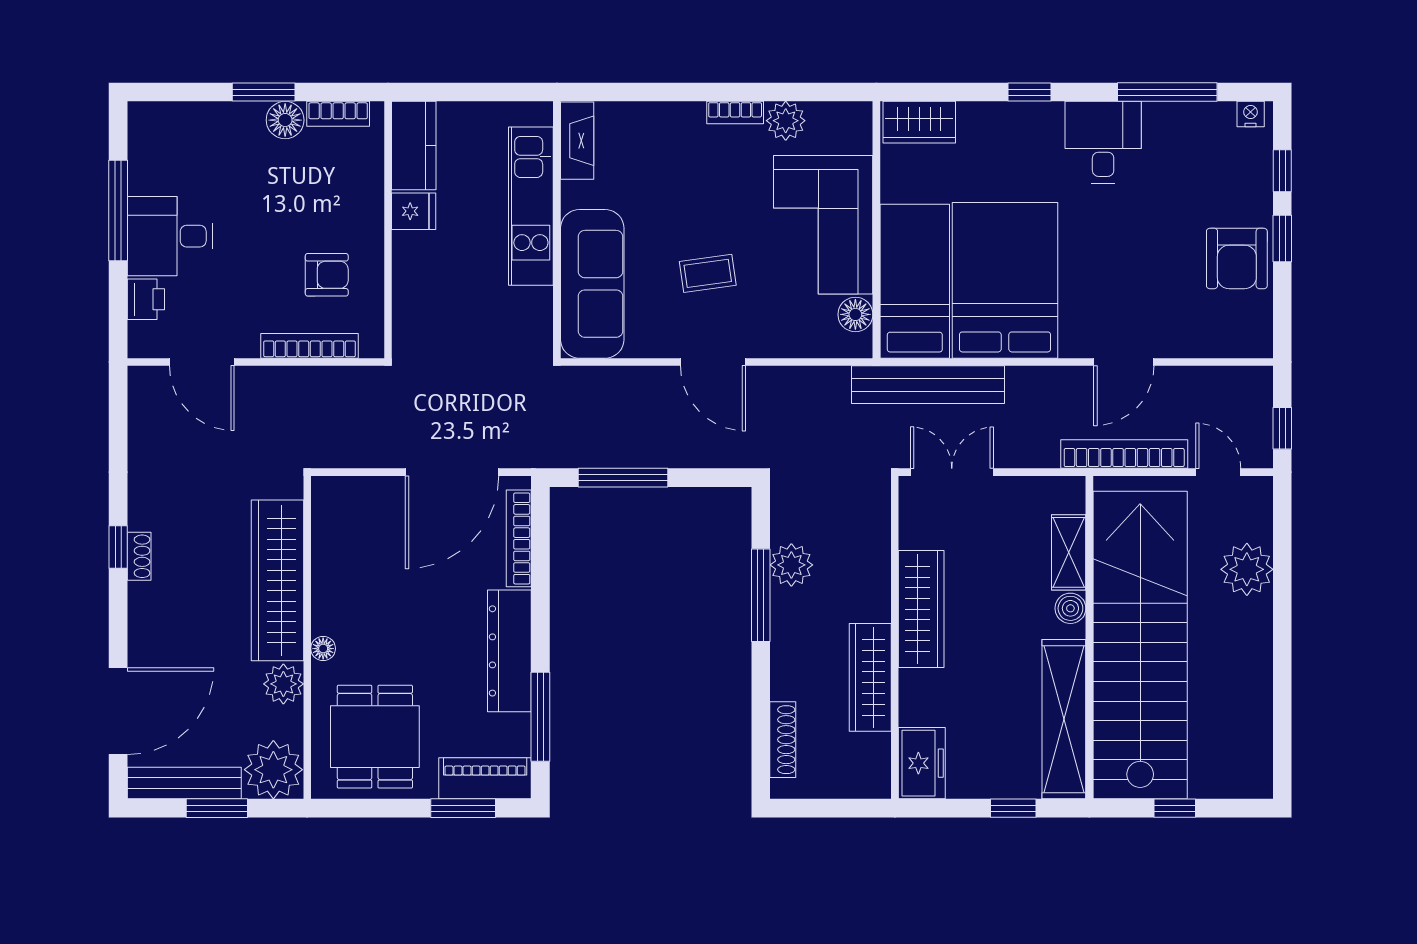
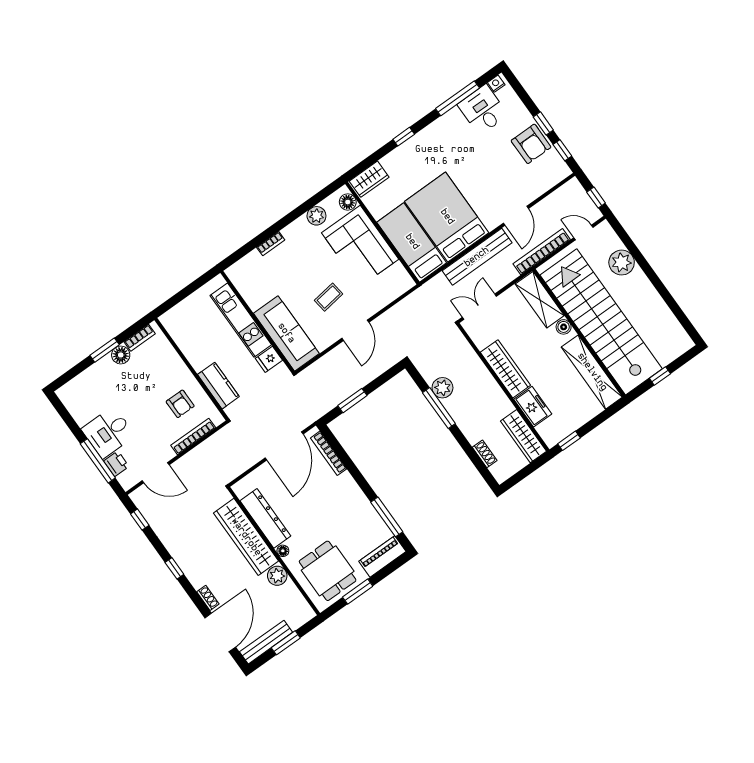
bookcase: (735, 113) -> (271, 244), moved
fireplace: (577, 141) -> (241, 282), removed
desk: (1103, 142) -> (483, 110), moved
kitchen counter: (414, 146) -> (218, 386), moved
window: (1282, 171) -> (562, 150), moved
window: (118, 211) -> (98, 461), moved
fridge: (414, 211) -> (269, 359), moved, turned 180
armchair: (327, 275) -> (180, 404), turned 90
floor lamp: (855, 314) -> (348, 202), moved
door: (713, 362) -> (355, 330), hinge flipped
bench: (928, 385) -> (477, 257), moved
window: (118, 422) -> (140, 520), added
window: (623, 478) -> (352, 401), width x0.69
shelving: (1069, 552) -> (540, 300), width x1.50, depth x1.33
shoe rack: (139, 556) -> (208, 598), moved
dresser: (509, 651) -> (265, 518), moved, turned 180
wardrobe: (870, 677) -> (523, 436), moved
shoe rack: (783, 740) -> (485, 454), width x0.70
freezer: (922, 763) -> (533, 407), moved
plant: (273, 770) -> (297, 612), removed
window: (463, 808) -> (358, 592), moved
window: (1013, 808) -> (569, 441), moved

